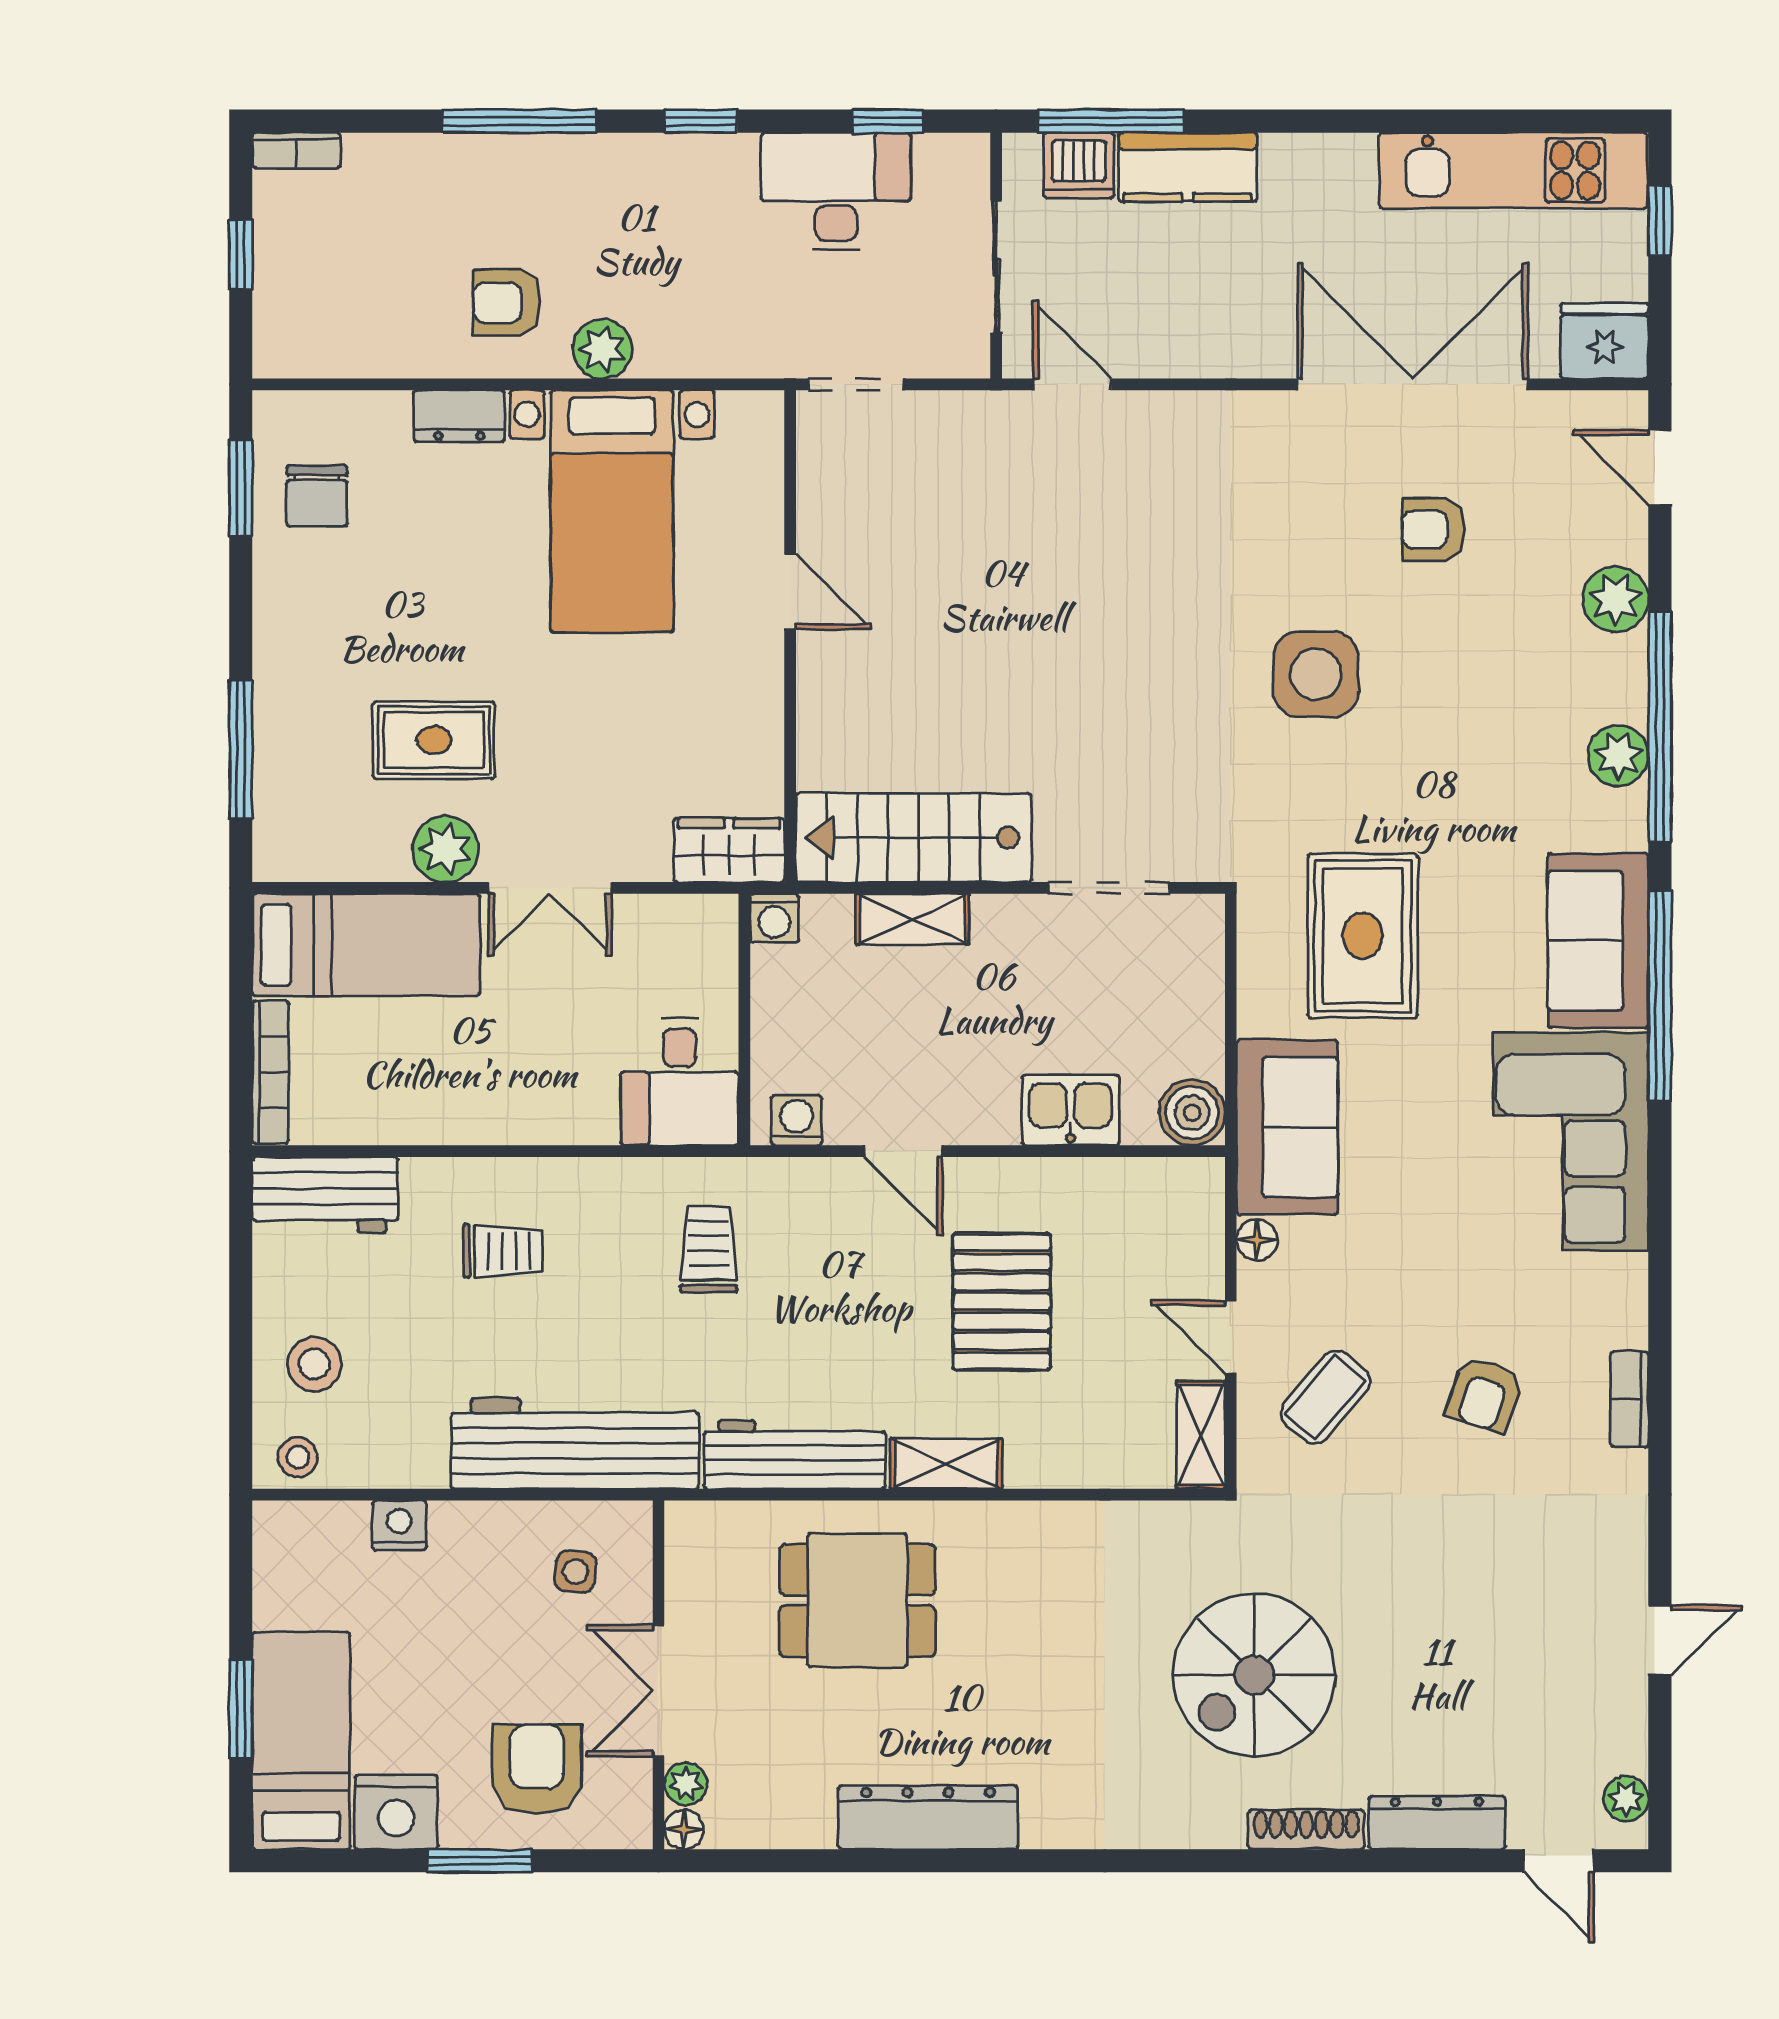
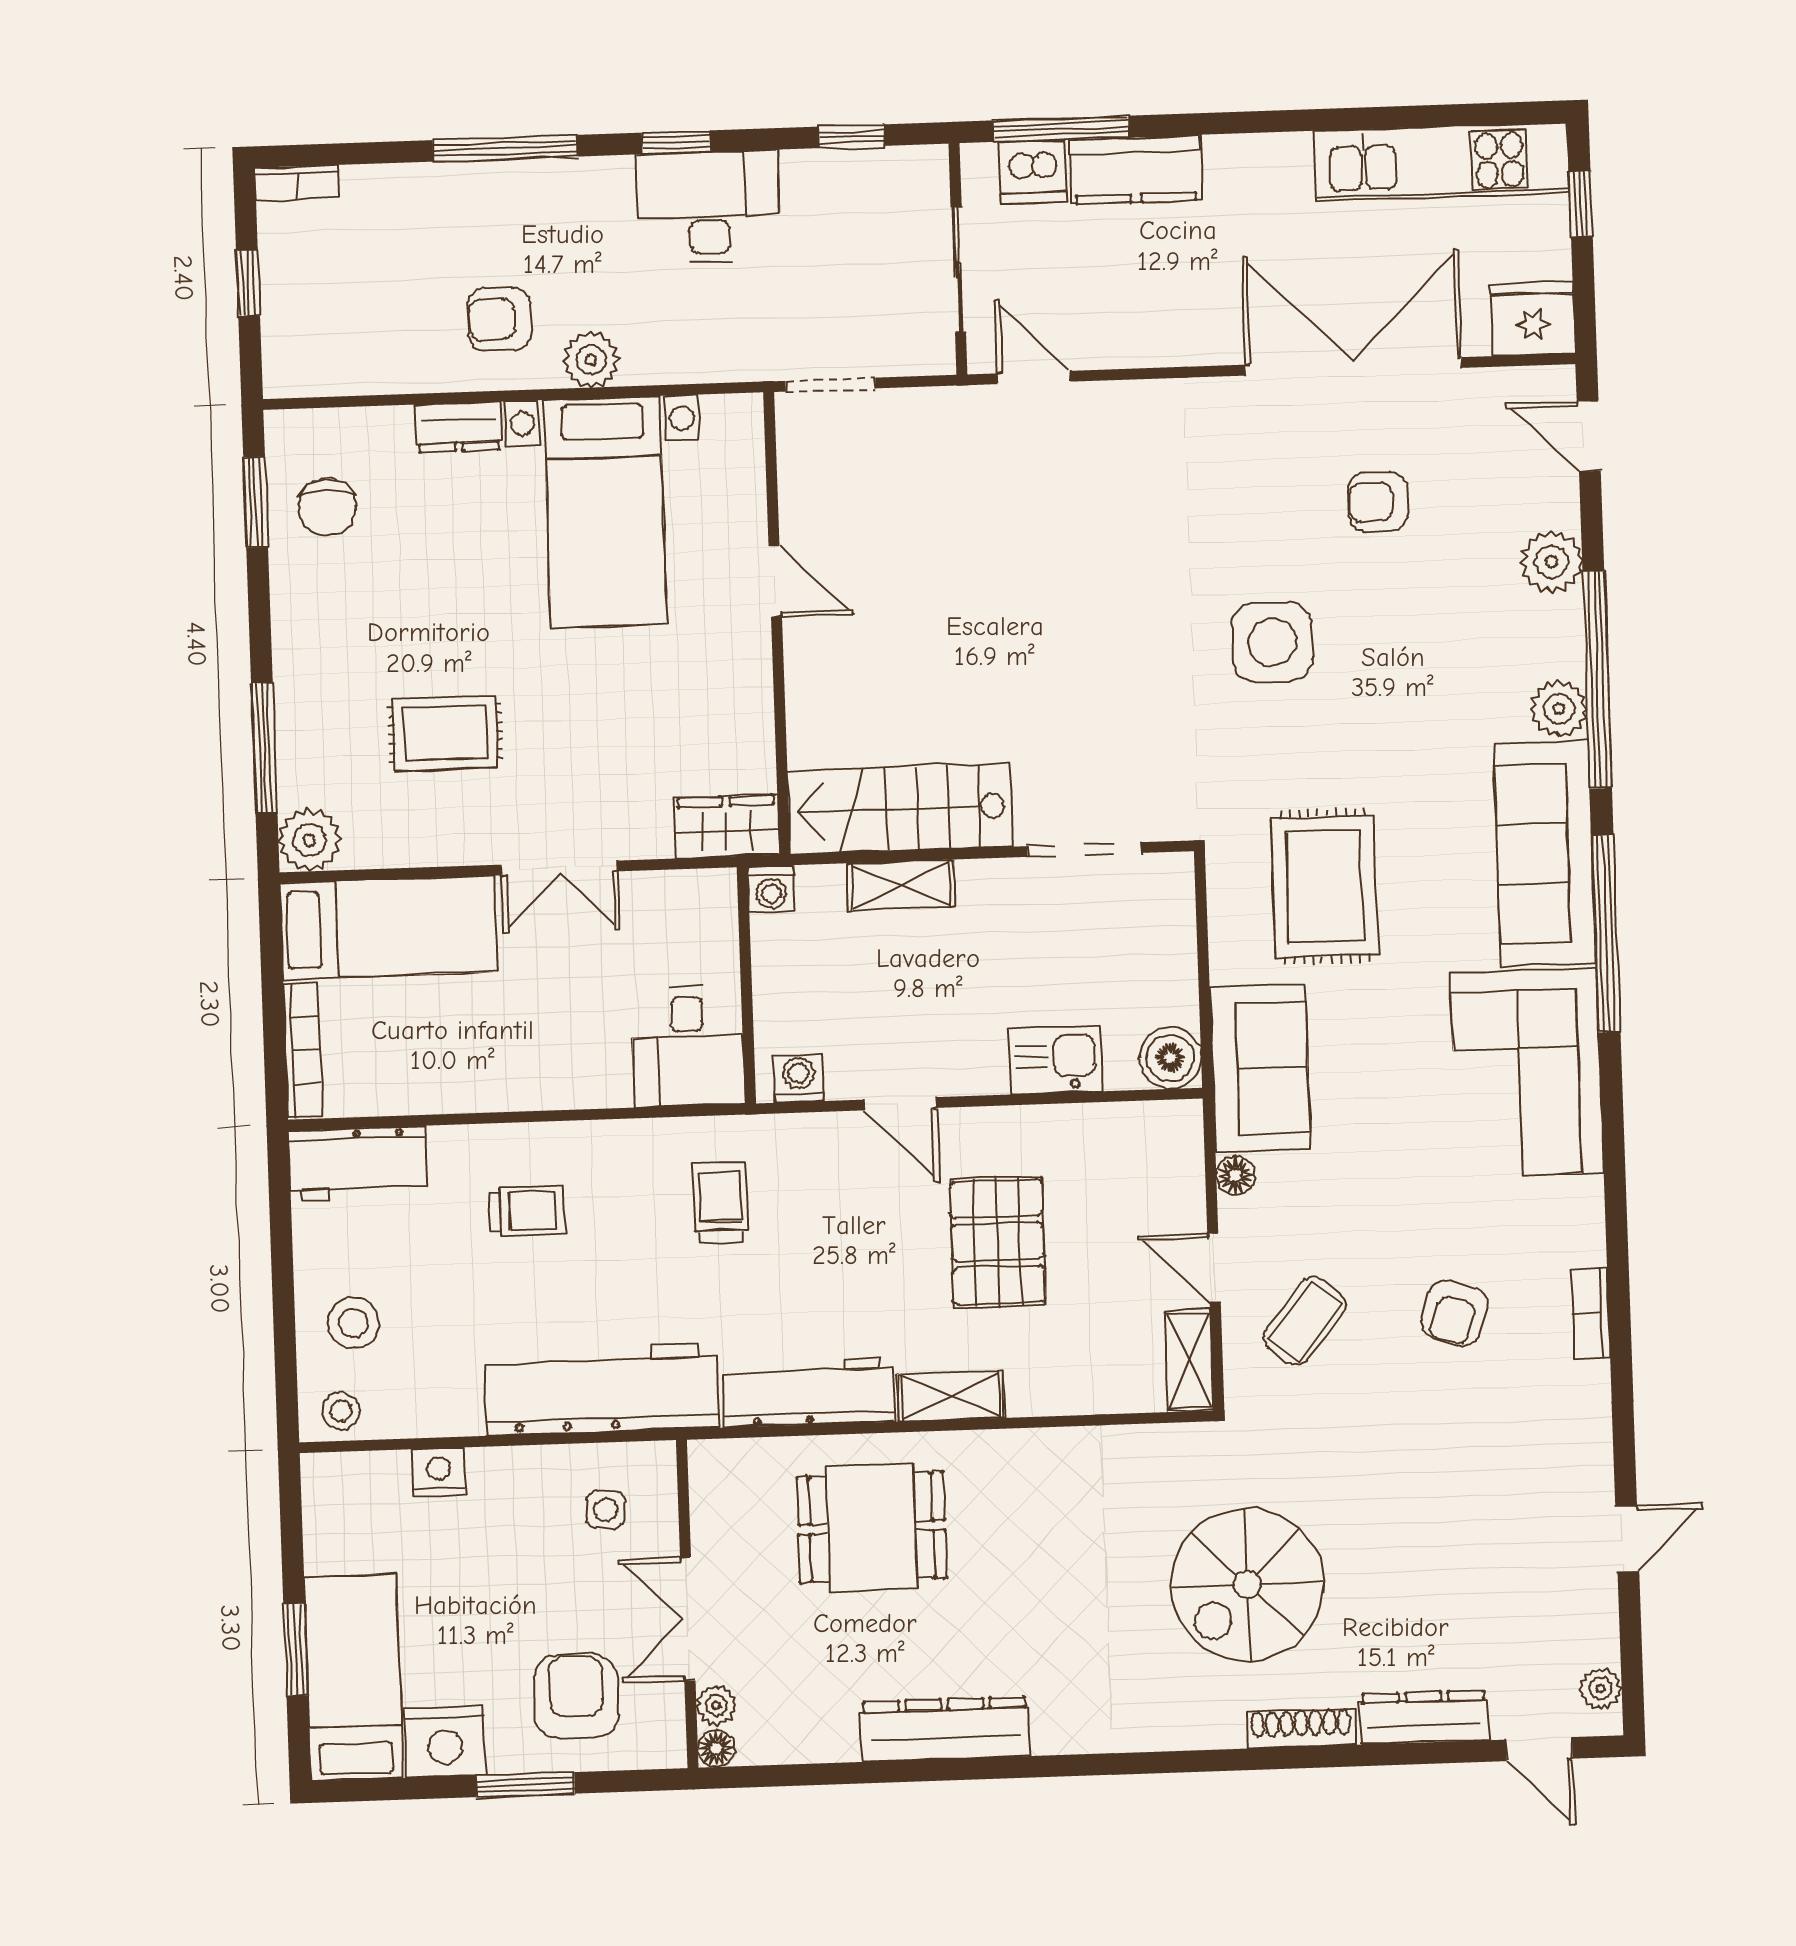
desk: (836, 191) -> (709, 207), moved
plant: (445, 849) -> (309, 840), moved
sofa: (1598, 941) -> (1545, 853), width x1.36

